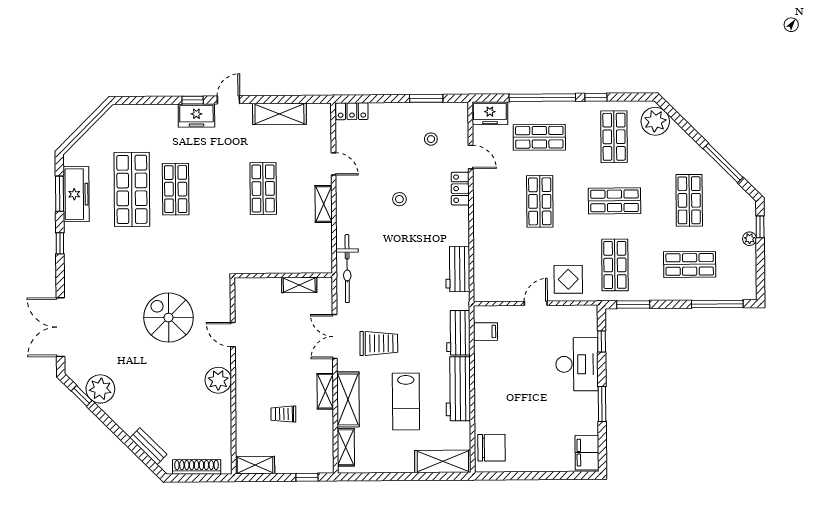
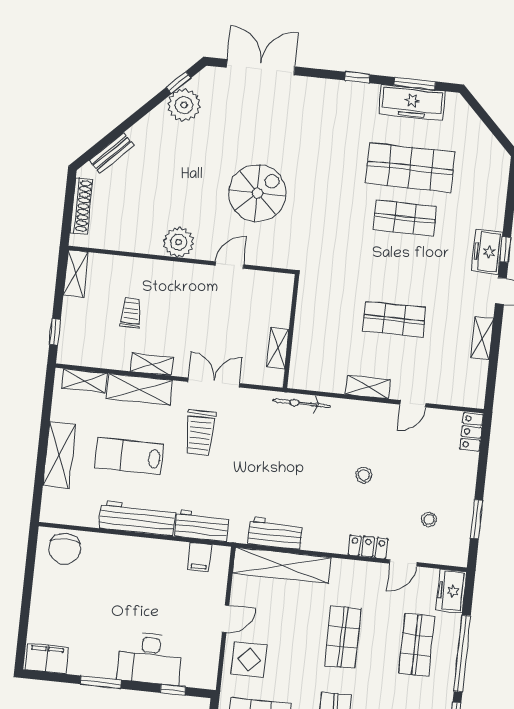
shelving: (279, 114) -> (482, 338), width x0.67, depth x0.75
shop shelf: (540, 201) -> (343, 637), turned 90
shelving: (484, 260) -> (282, 565), added
bicycle: (347, 269) -> (301, 403), width x0.73, depth x0.71
door: (536, 303) -> (226, 619), hinge flipped
shelving: (443, 461) -> (59, 455), moved

